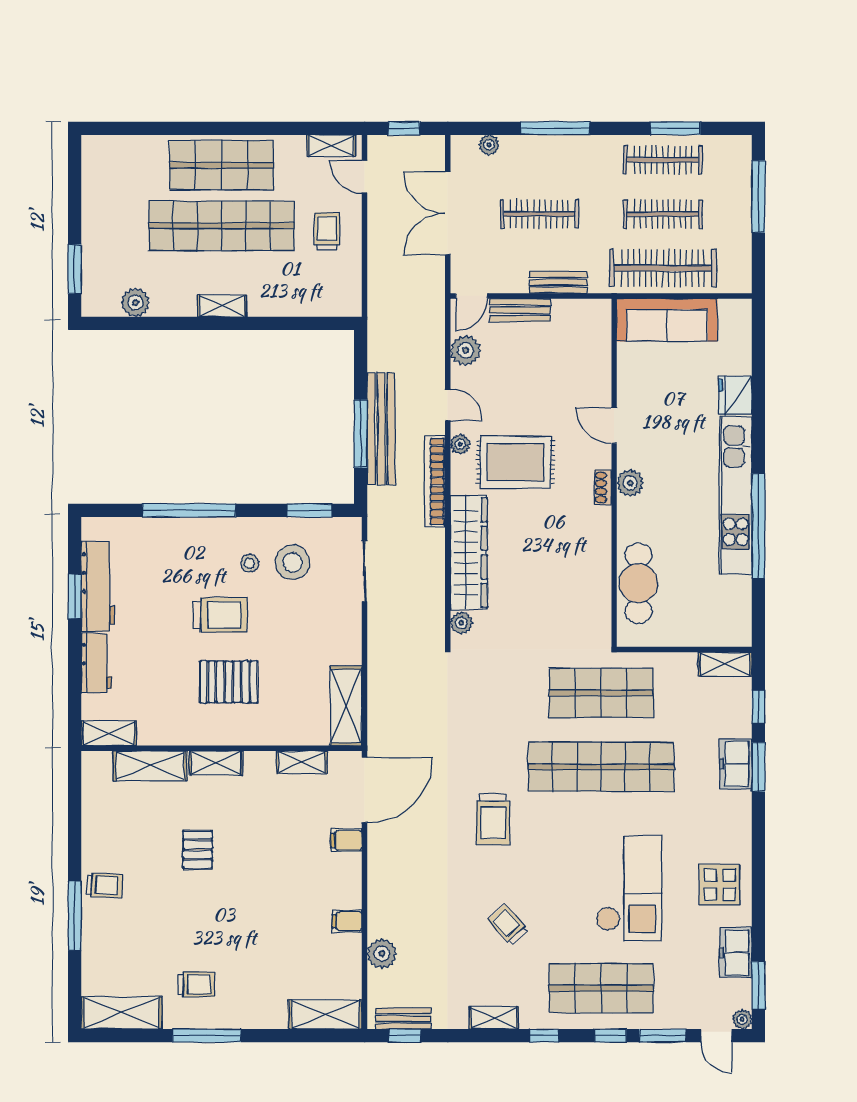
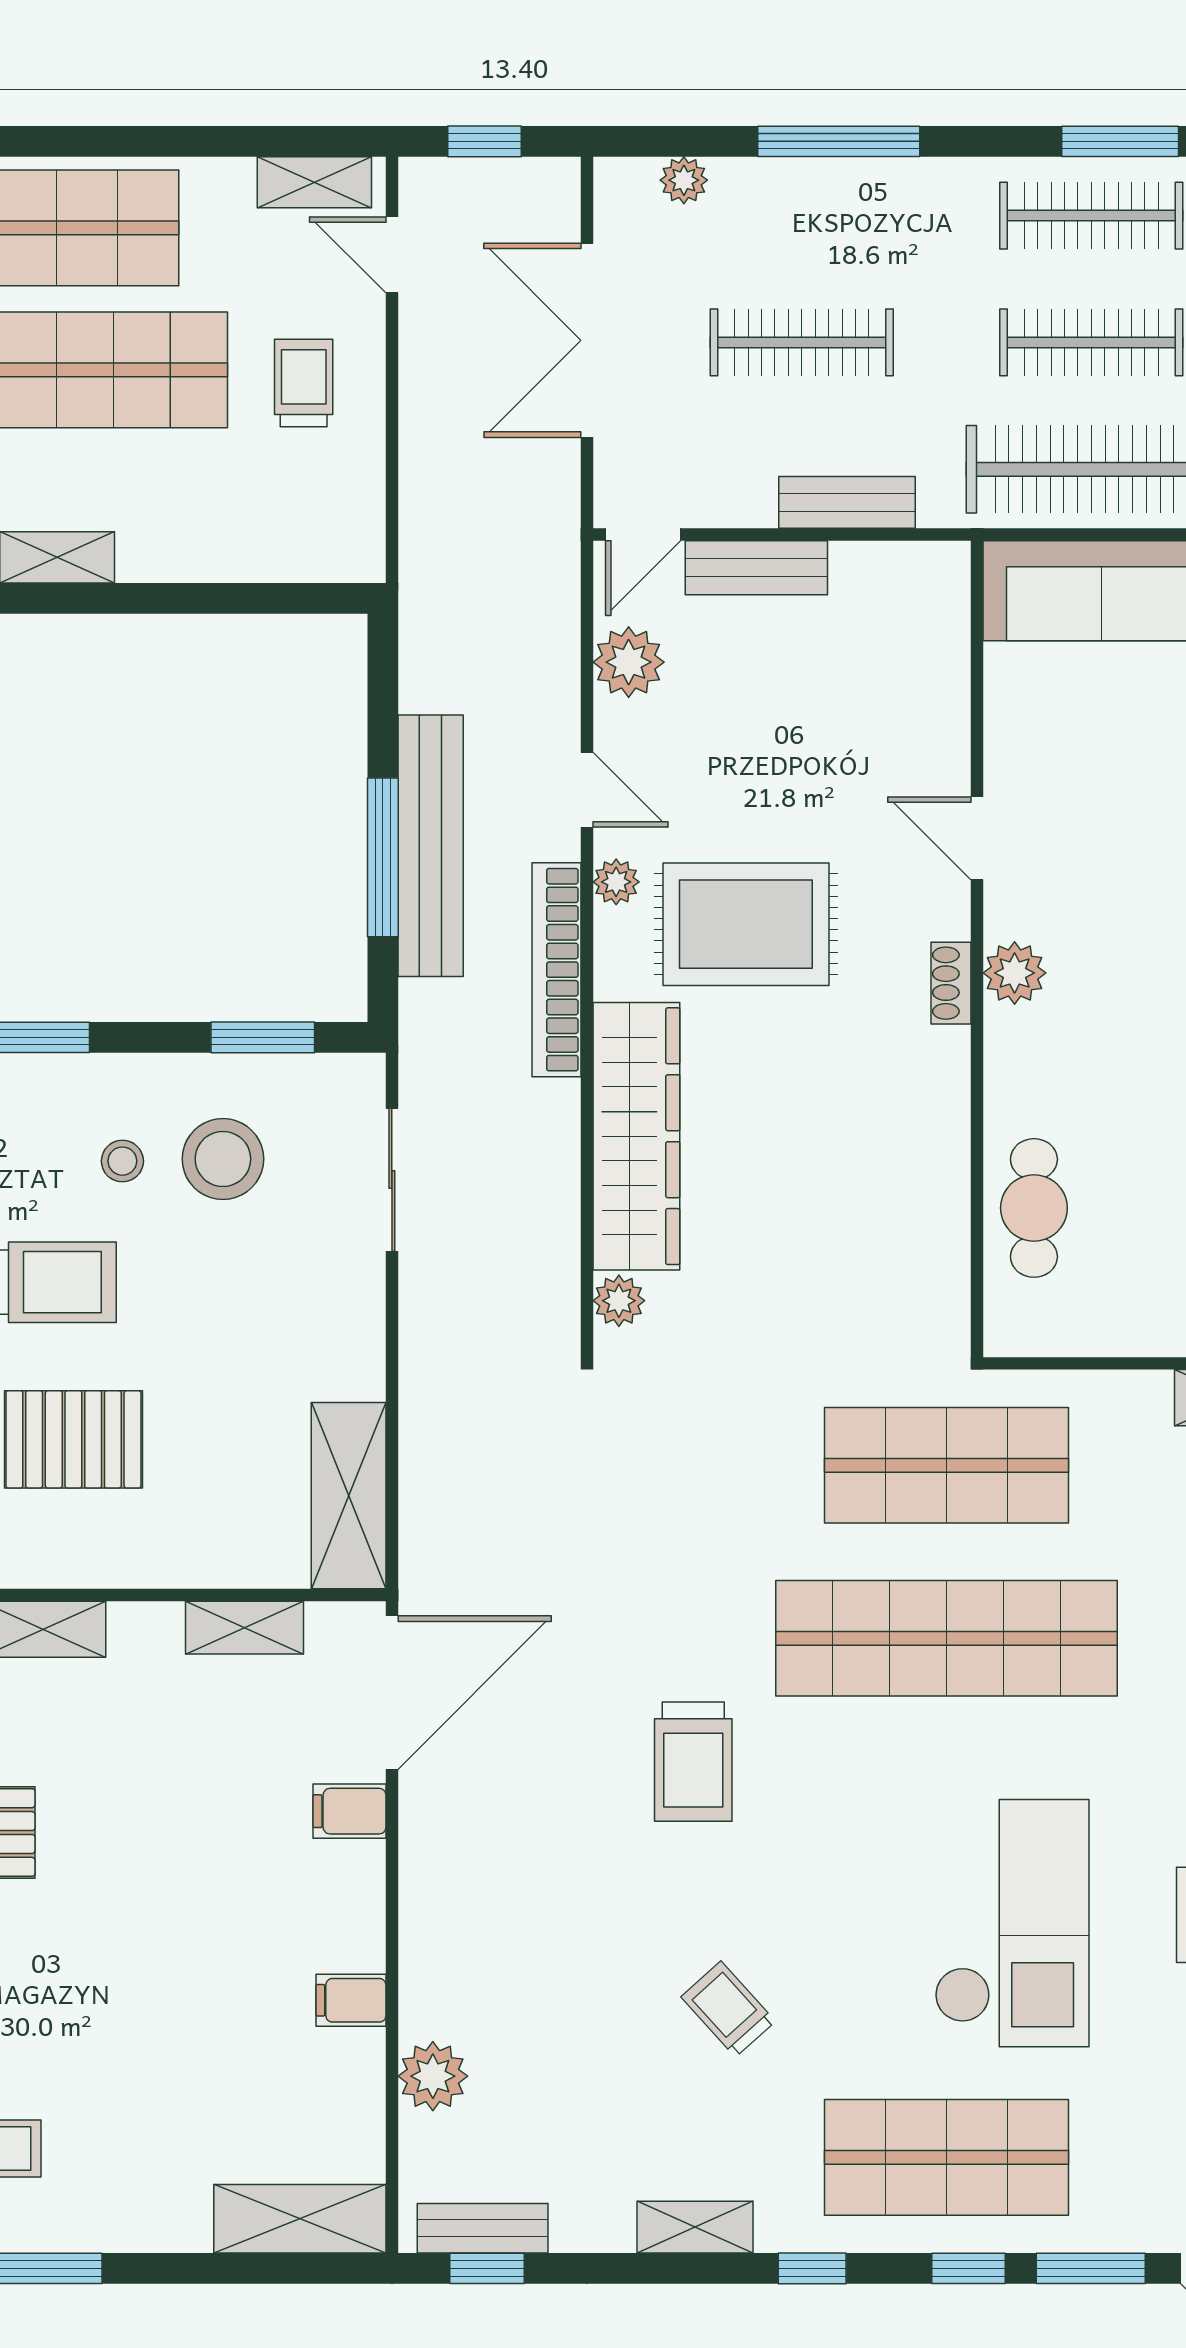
cafe table: (638, 583) -> (1034, 1208), width x0.73, depth x0.74

